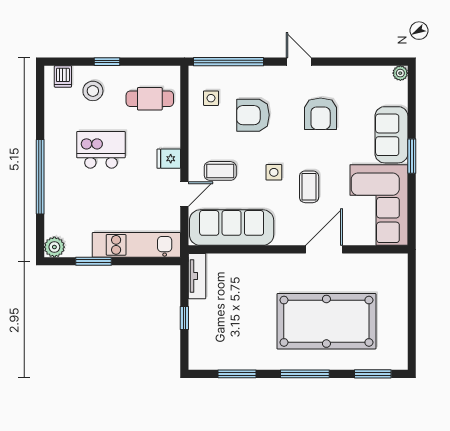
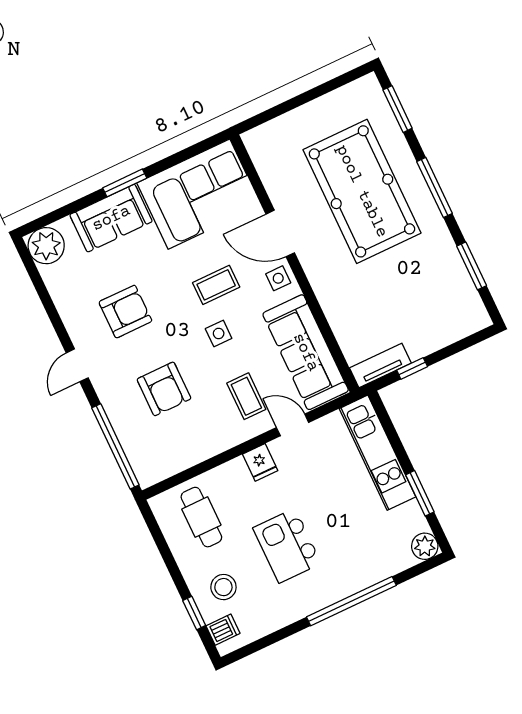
window: (107, 62) -> (194, 613), moved
plant: (400, 73) -> (46, 246), width x1.87, depth x1.87
side table: (211, 98) -> (278, 278), moved
window: (184, 318) -> (412, 368), moved

